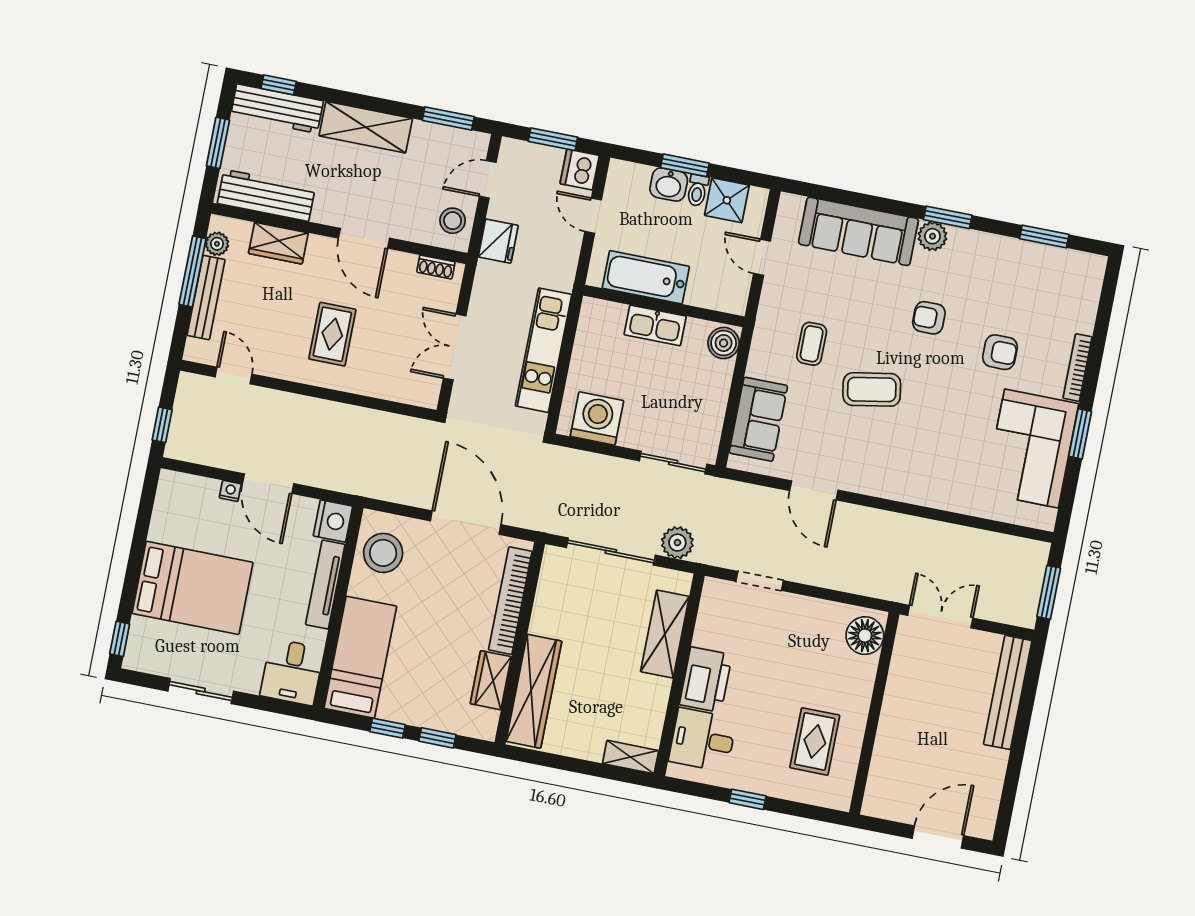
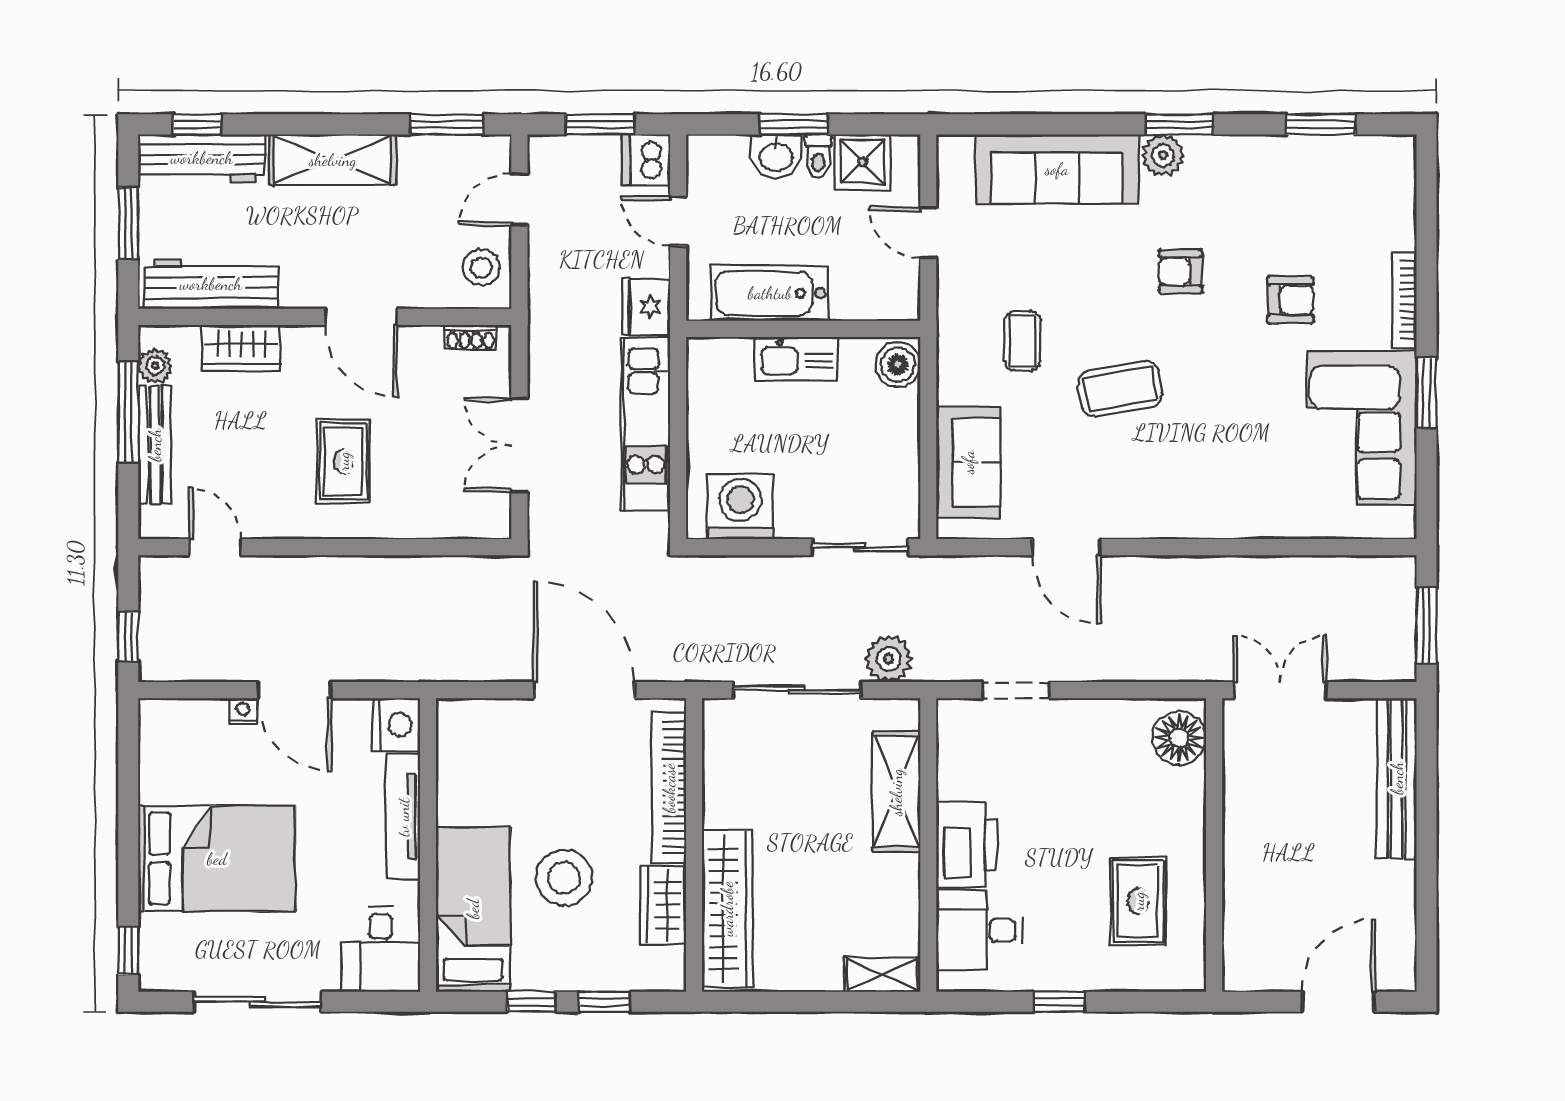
fridge: (498, 241) -> (646, 307), moved, turned 180
stool: (383, 553) -> (564, 878), moved
sliding door: (201, 691) -> (257, 1002), width x1.37

